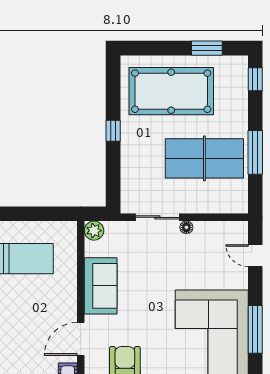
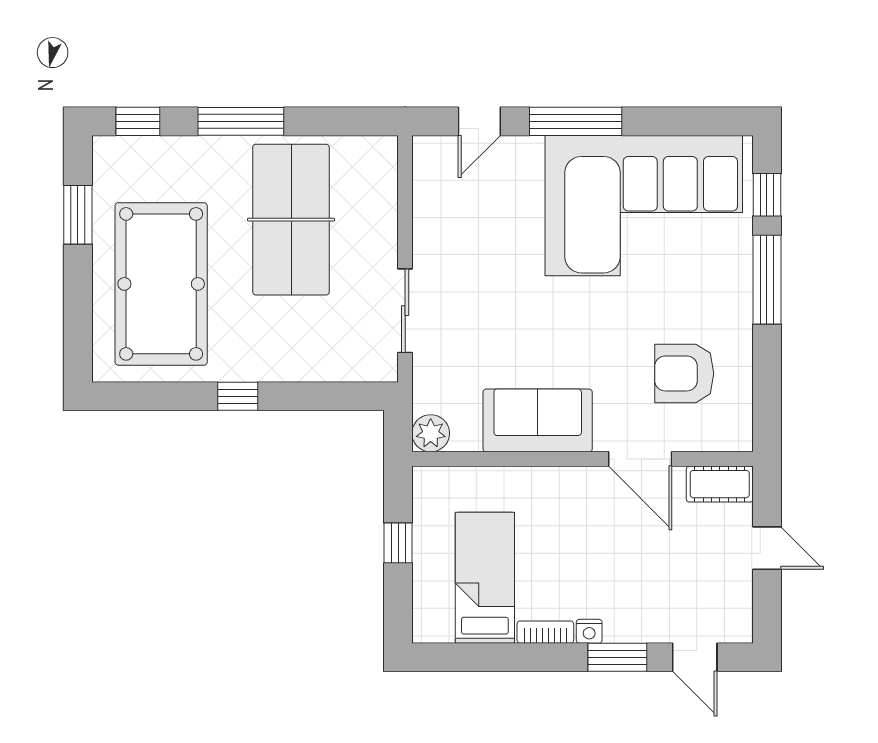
window: (255, 152) -> (241, 121), moved
window: (37, 214) -> (398, 543), added
floor lamp: (186, 227) -> (424, 255), removed
window: (255, 329) -> (576, 121), moved

